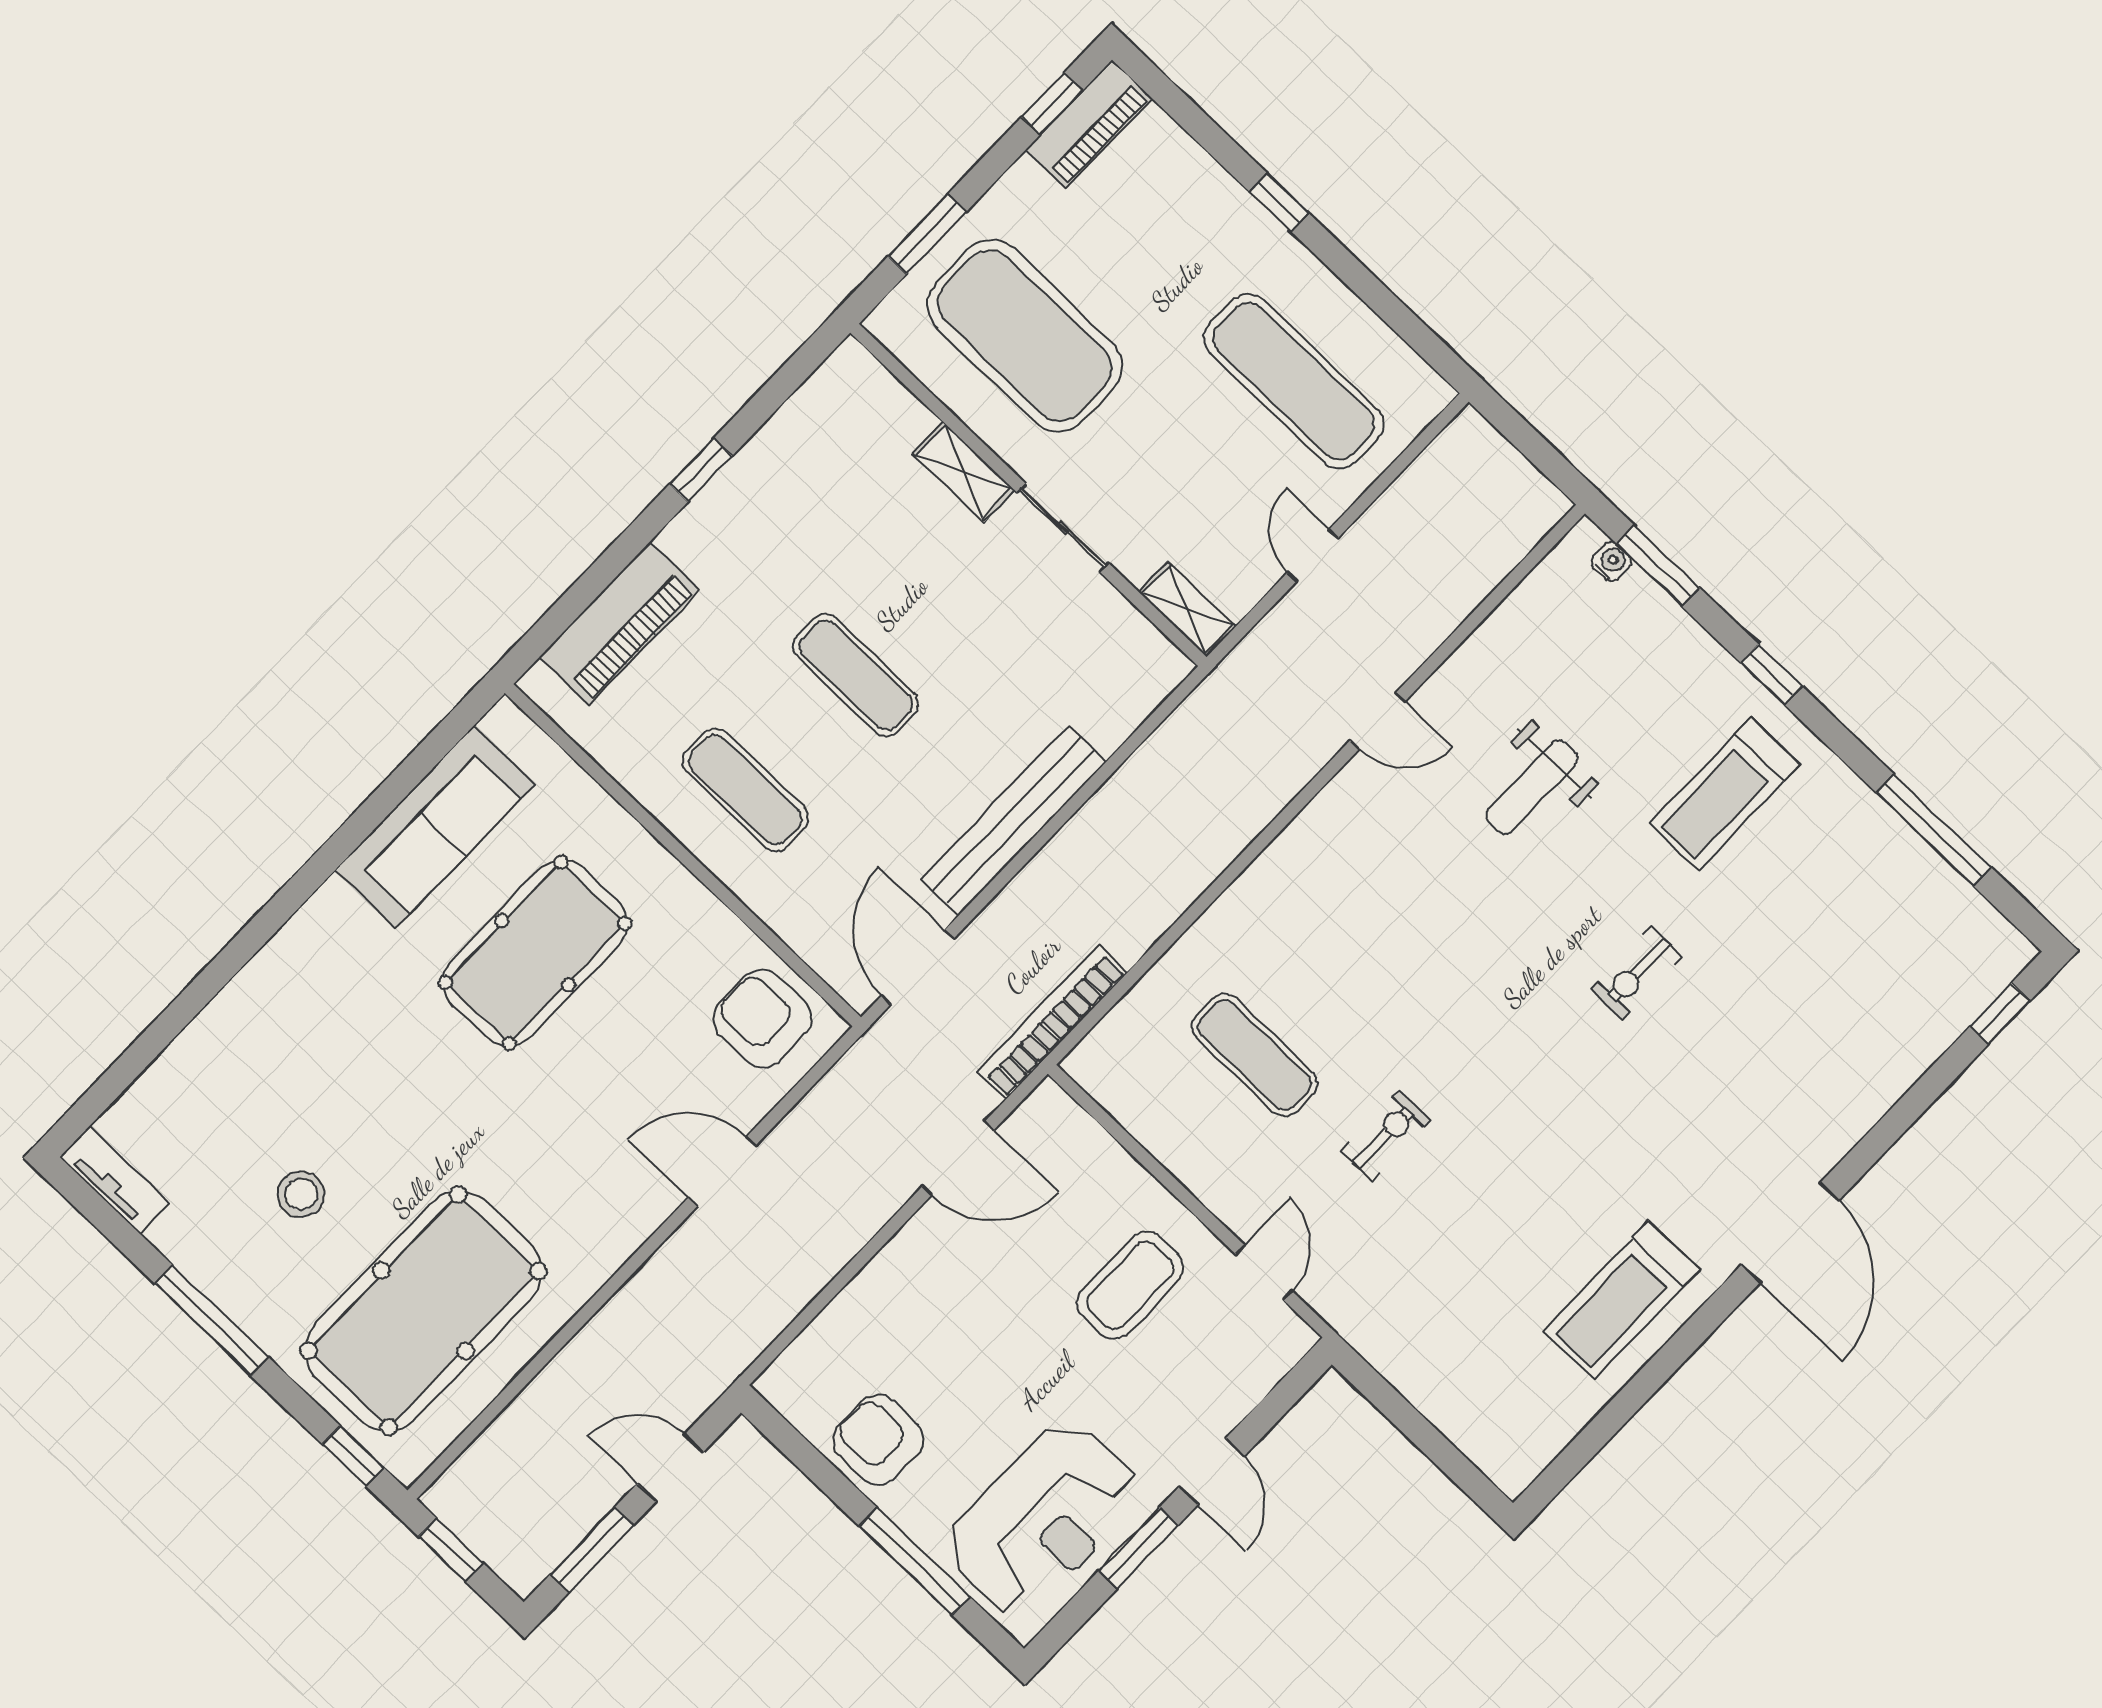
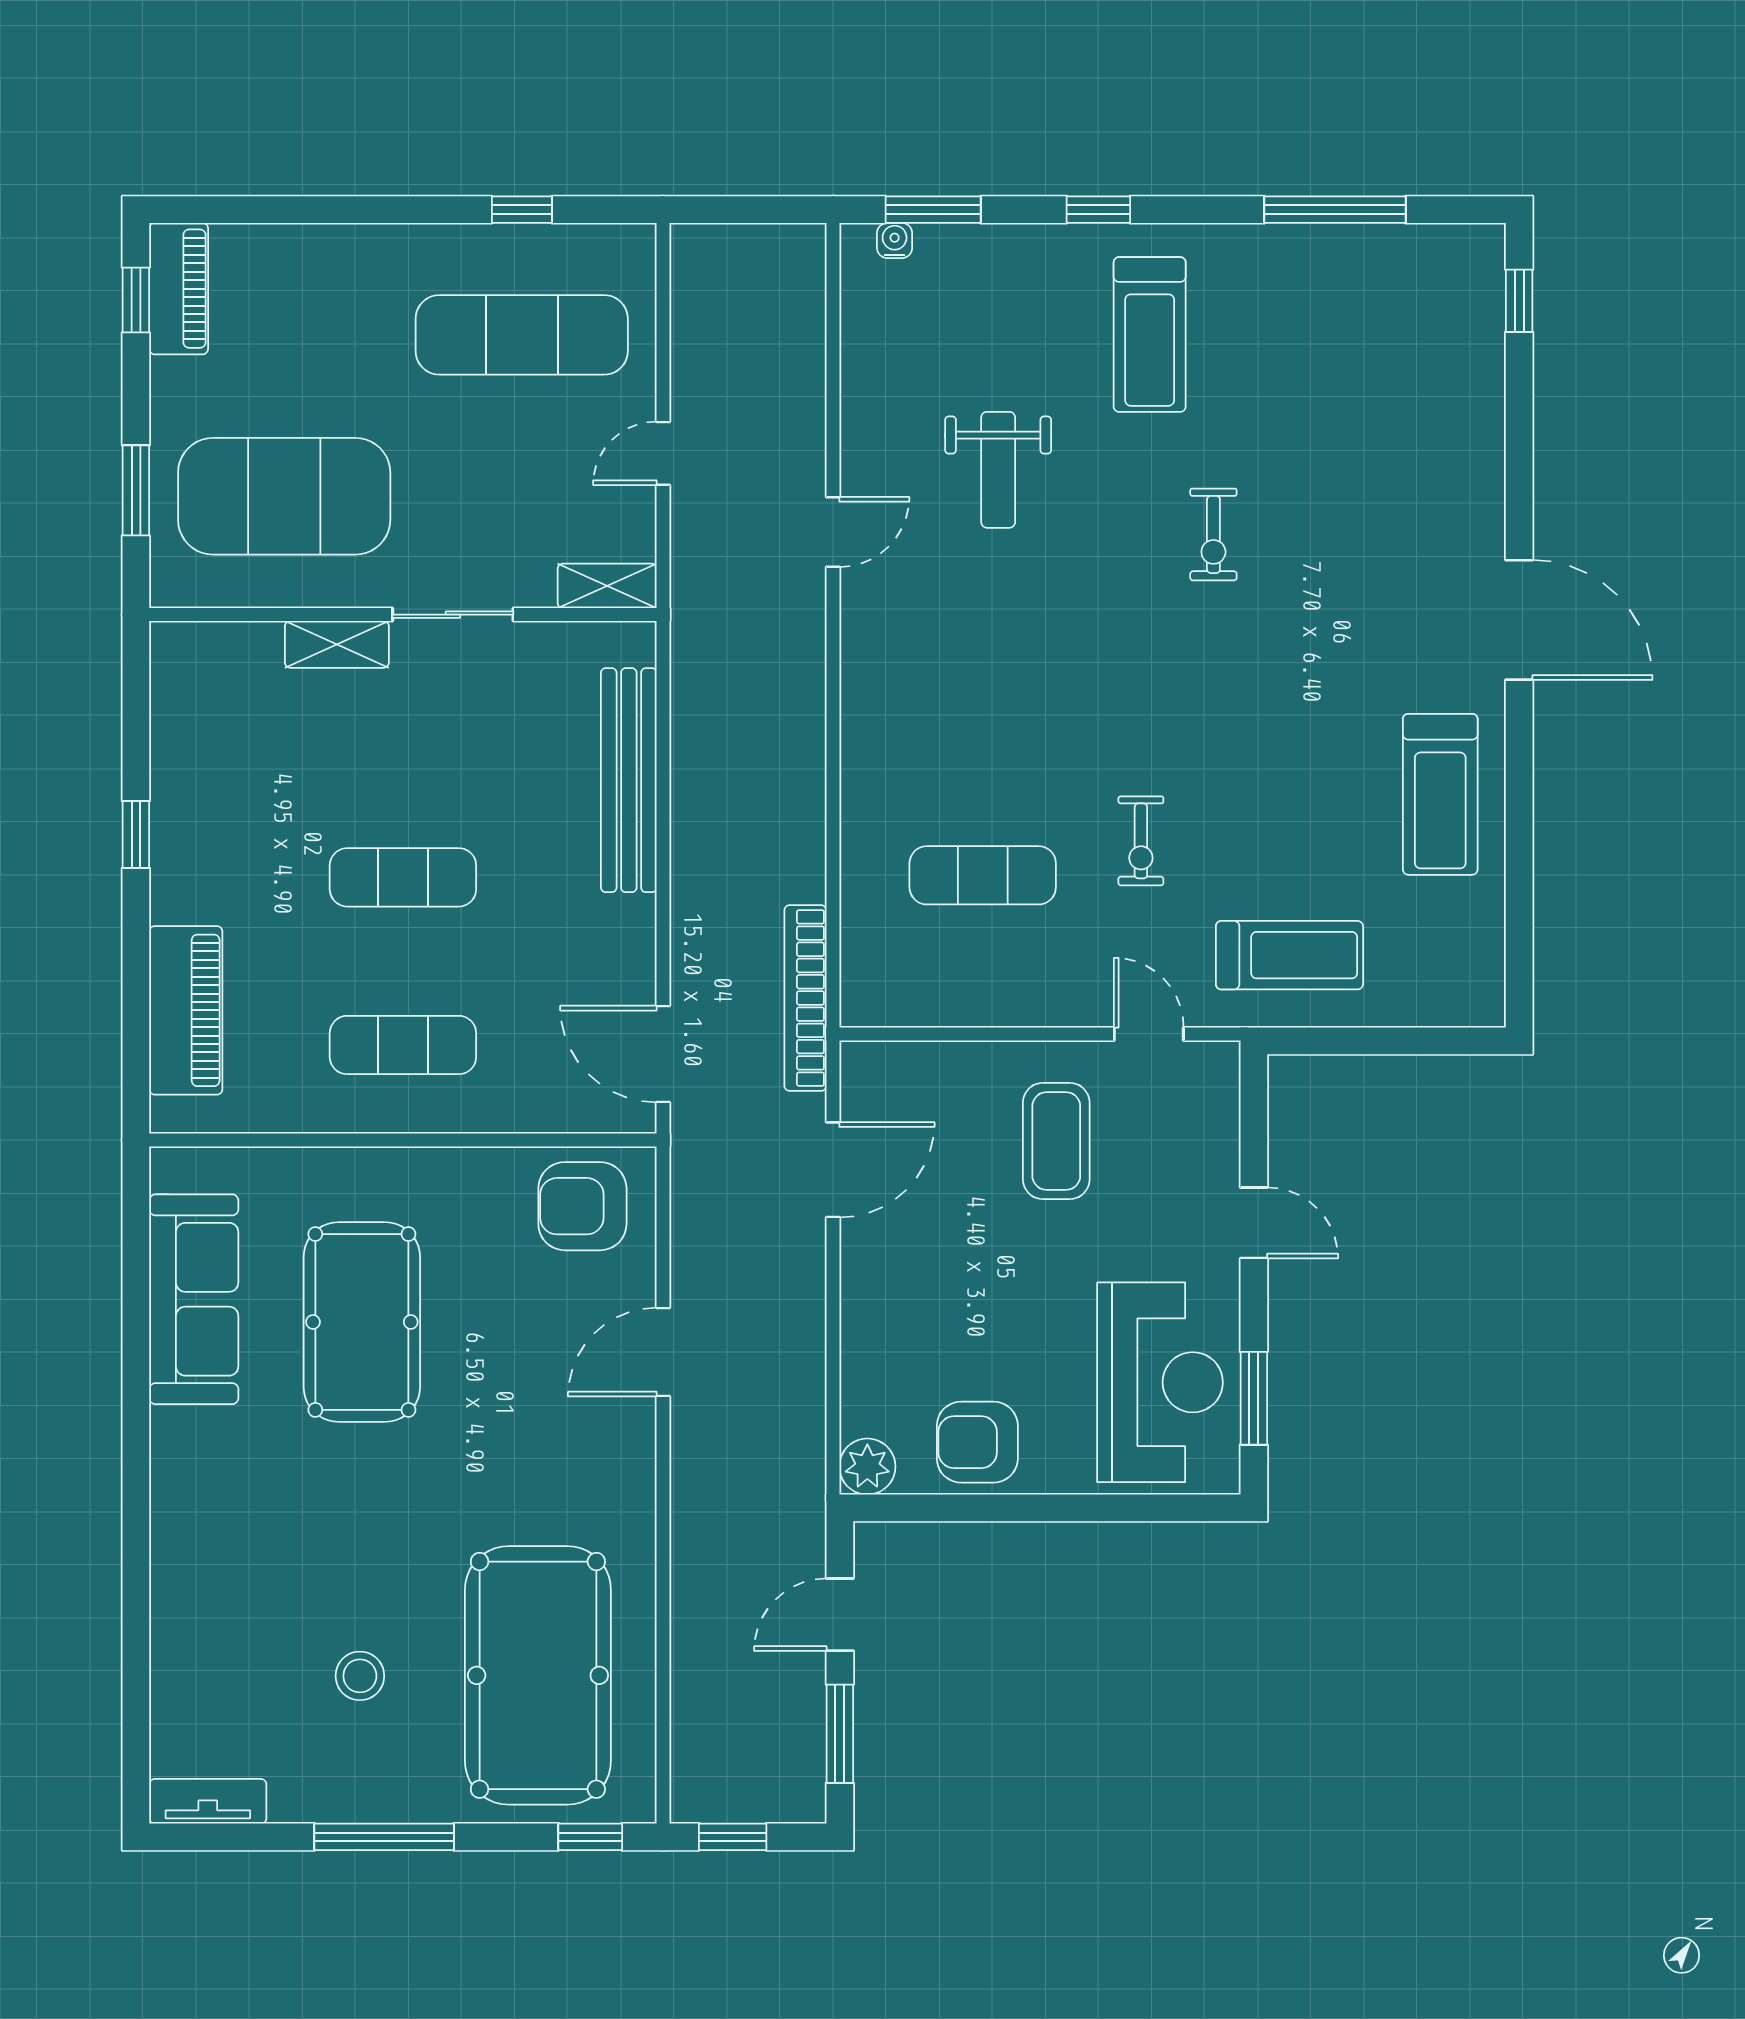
window: (1279, 202) -> (522, 210), moved
door: (1313, 555) -> (663, 453), hinge flipped
bench: (1013, 821) -> (629, 780), moved
exercise bike: (1386, 1135) -> (1141, 841), turned 180
treadmill: (1412, 1311) -> (1289, 955), added
plant: (787, 1384) -> (867, 1467), added
window: (1138, 1548) -> (1254, 1398), moved
window: (915, 1561) -> (1094, 1508), removed

